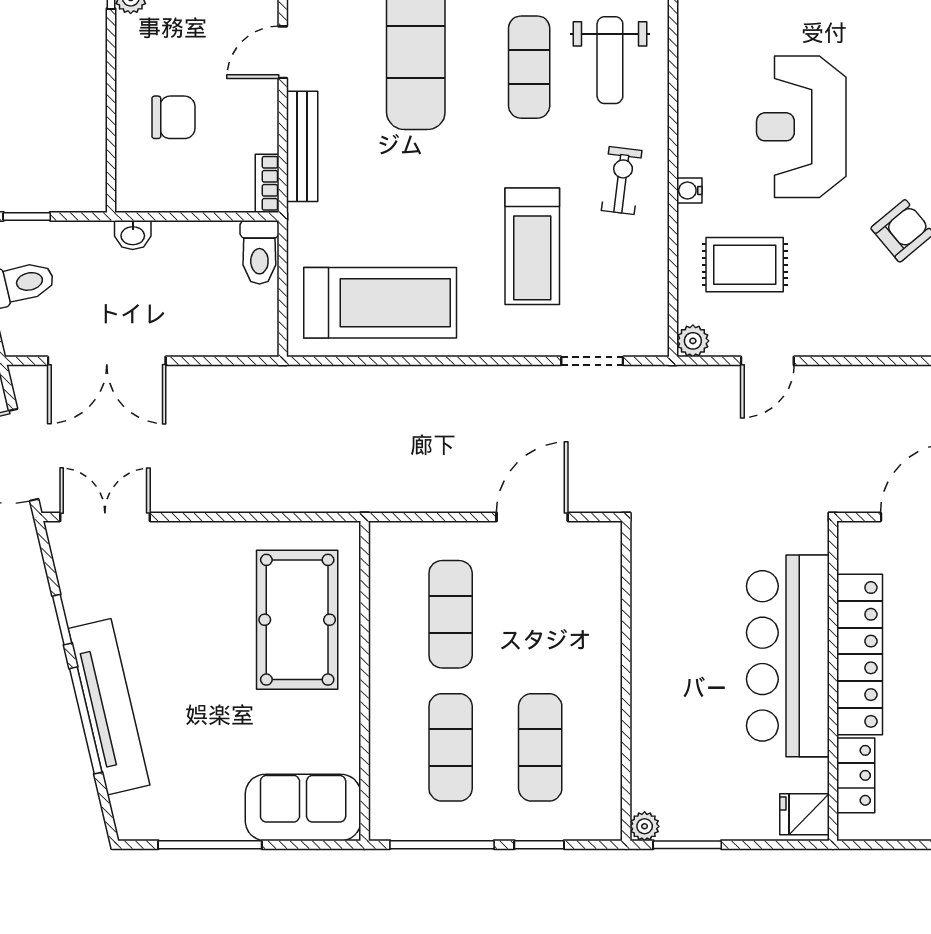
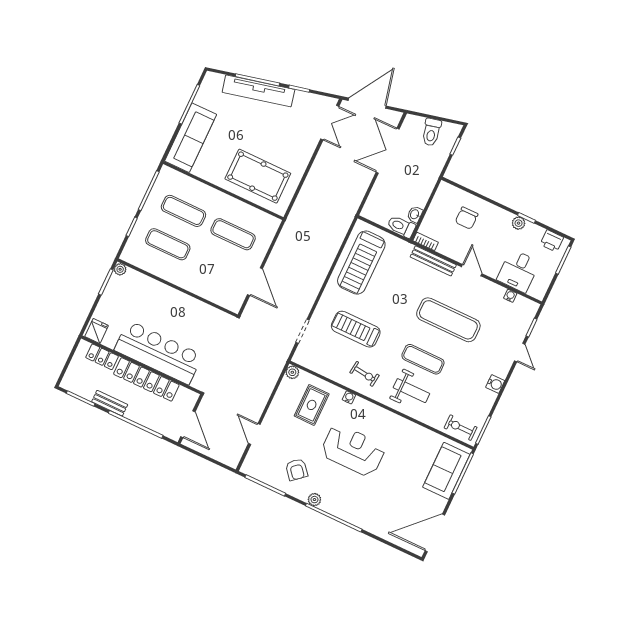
weight bench: (610, 60) -> (411, 391), turned 180
washbasin: (133, 235) -> (415, 214), moved
door: (767, 361) -> (254, 434), moved
sofa: (303, 807) -> (191, 138), width x1.36

